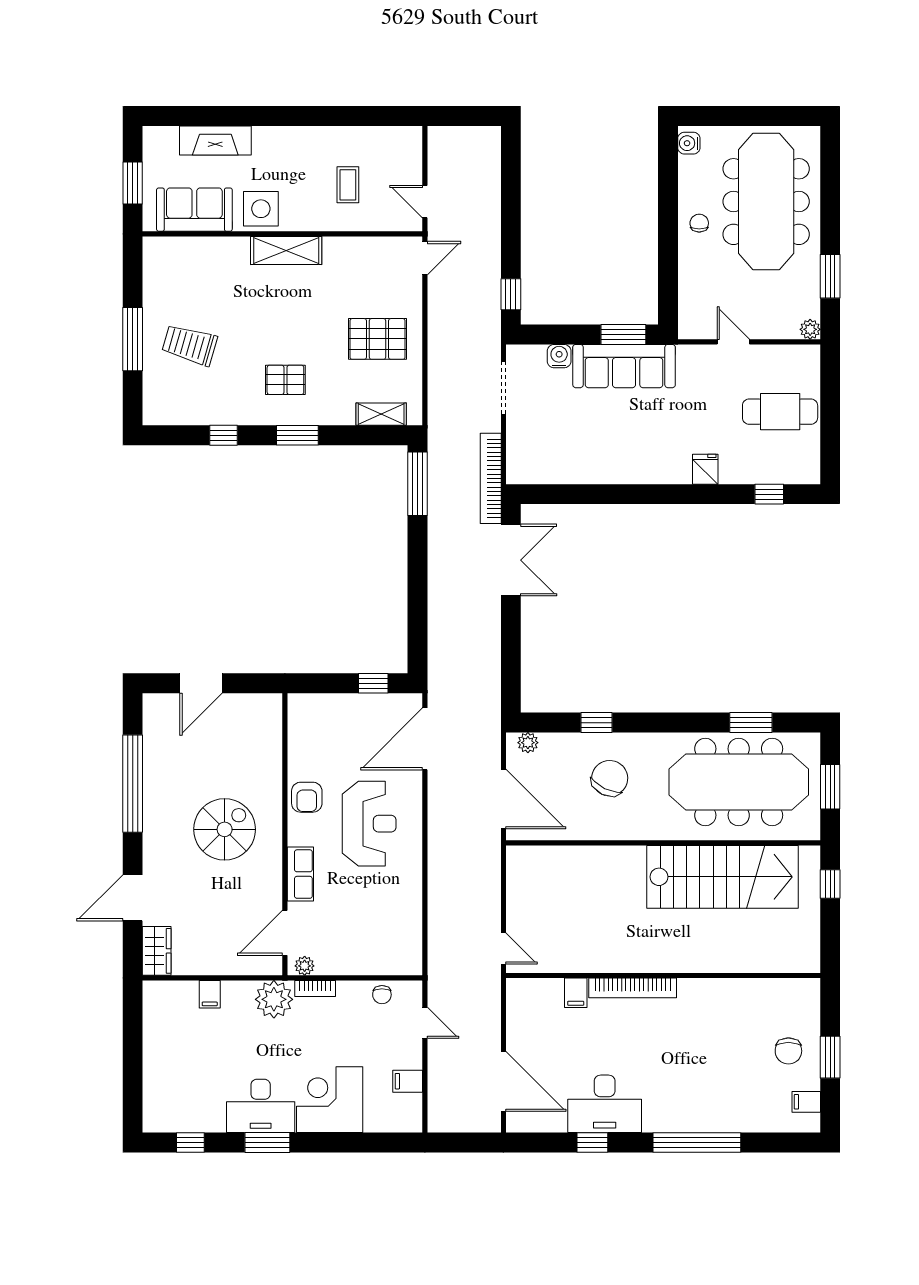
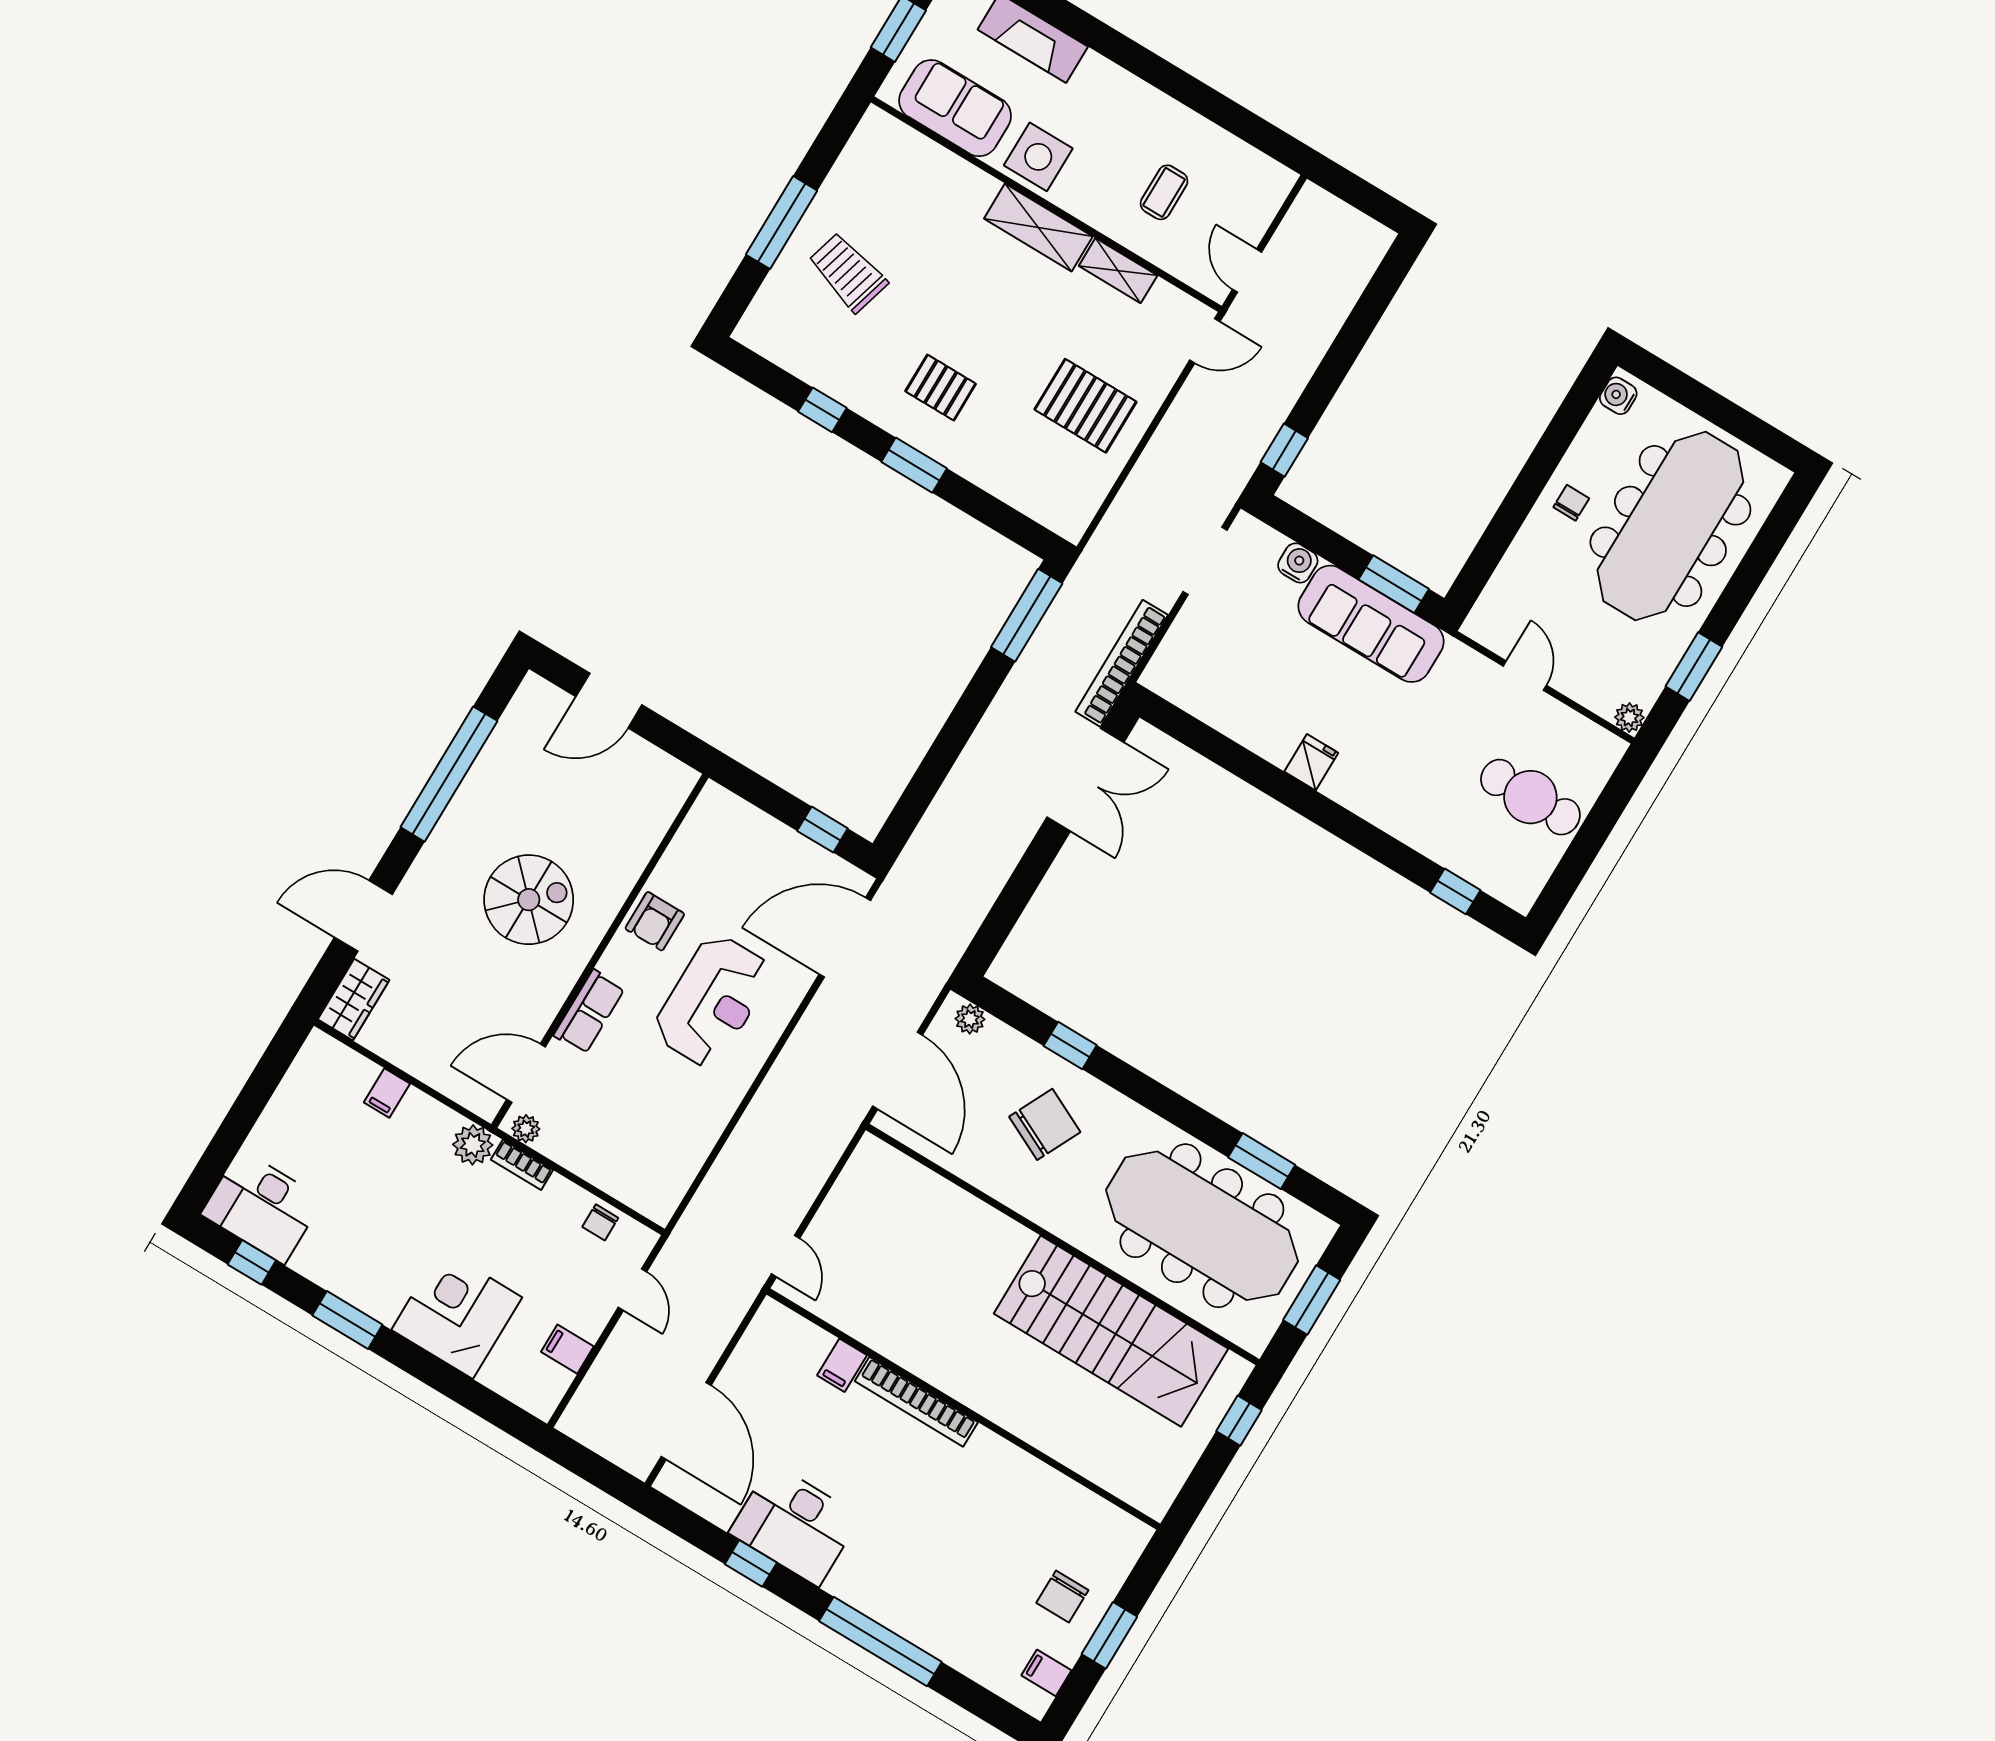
shelving: (381, 414) -> (1118, 271), moved
fridge: (705, 469) -> (1311, 762), moved
plant: (274, 999) -> (473, 1145), width x0.73, depth x0.73
desk: (261, 1106) -> (262, 1207), moved

